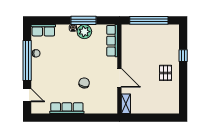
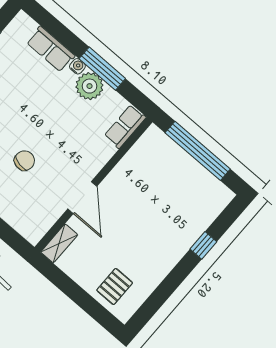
row of seats: (43, 30) -> (51, 49), moved
row of seats: (112, 41) -> (125, 127), width x0.68
pallet: (165, 73) -> (115, 286), moved

